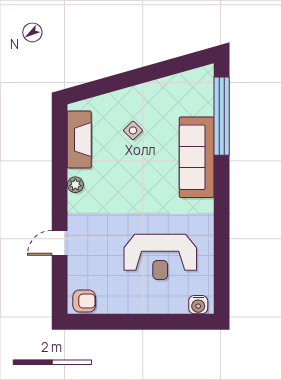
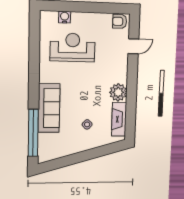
plant: (75, 185) -> (118, 92), width x1.88, depth x1.88
door: (60, 243) -> (133, 46), moved
water cooler: (198, 305) -> (65, 17), moved

